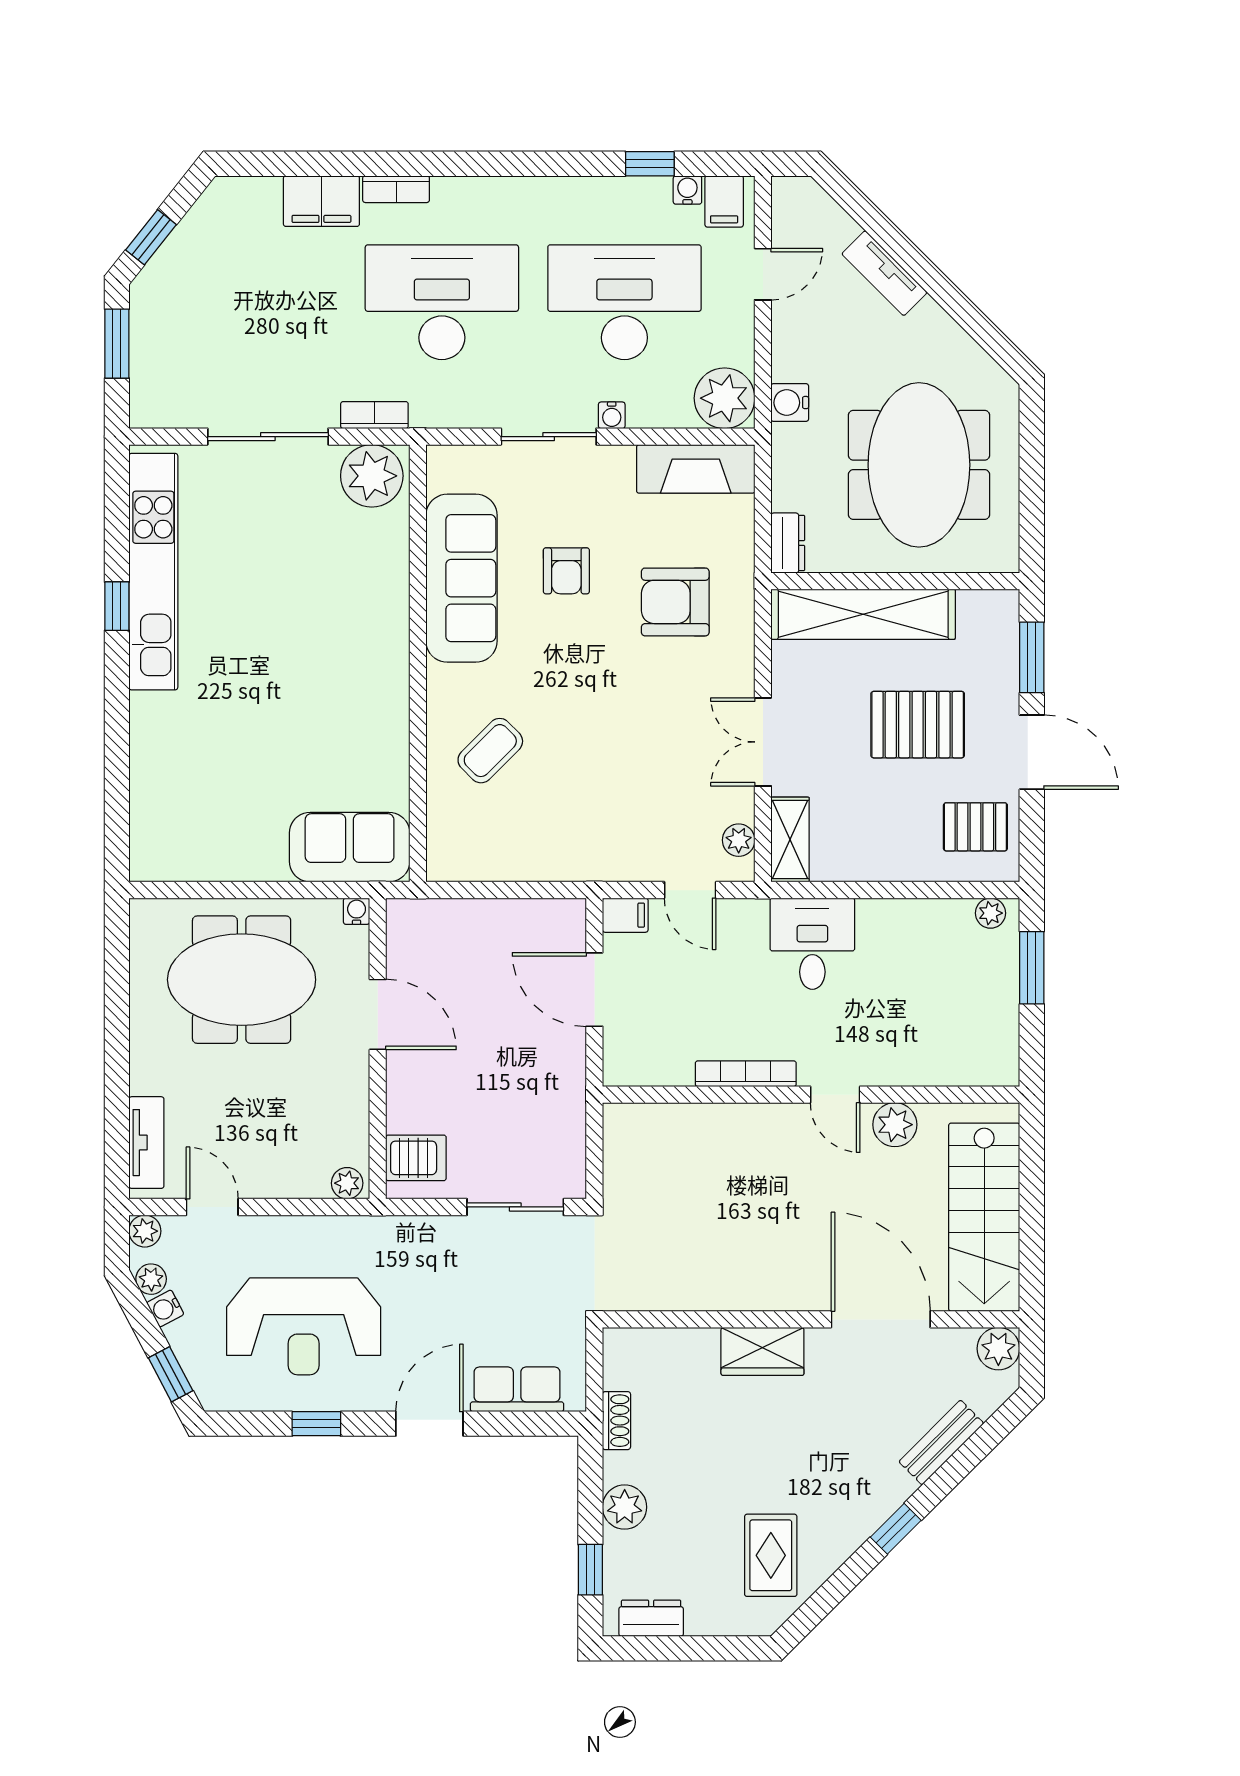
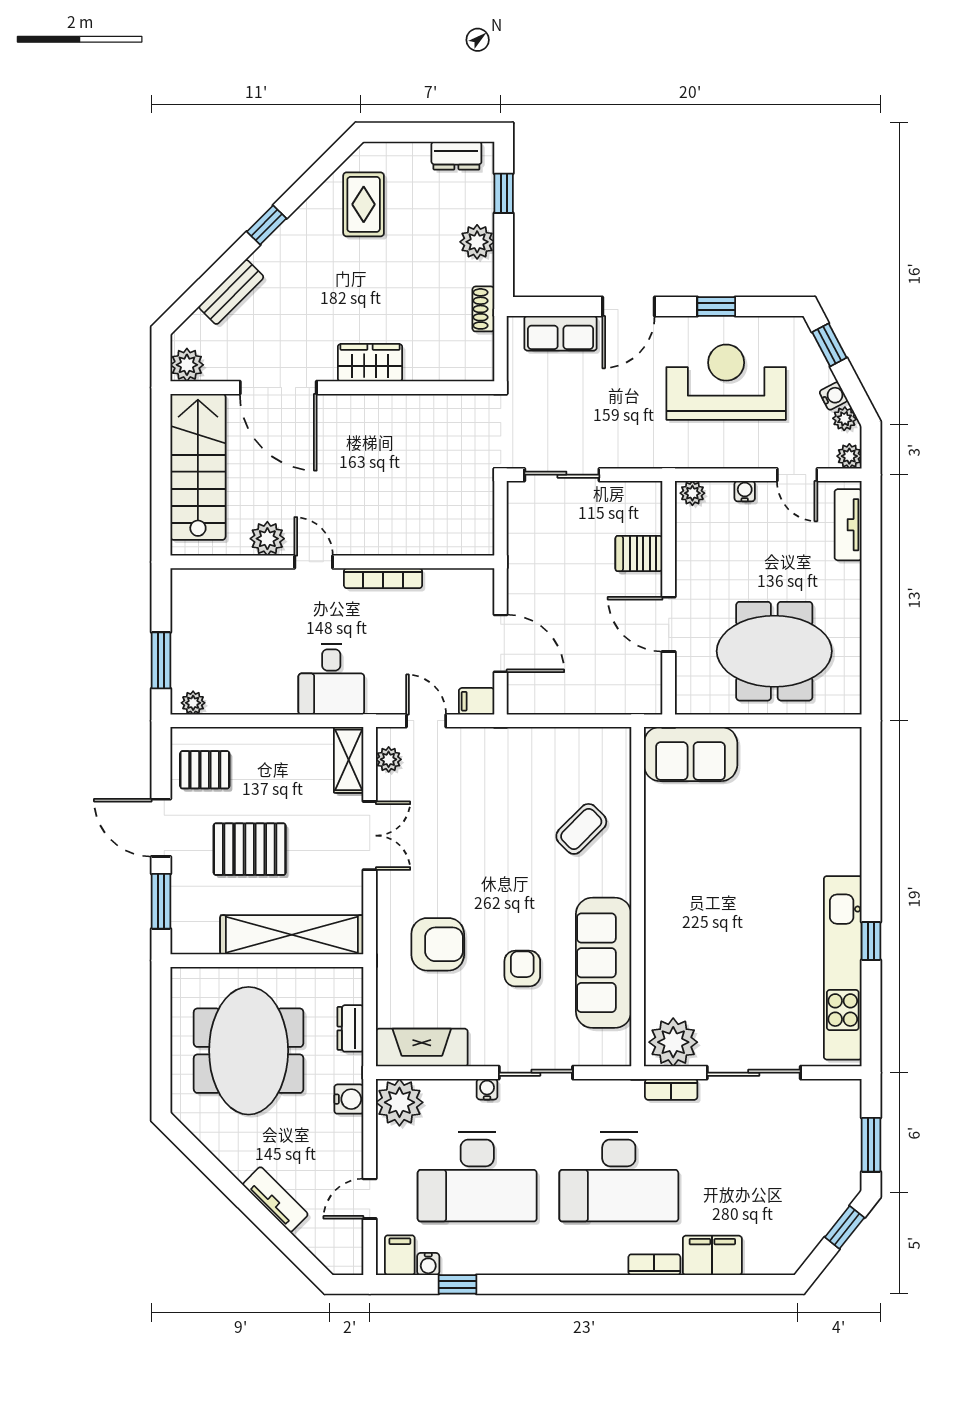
dresser: (788, 543) -> (350, 1028), moved
water cooler: (357, 911) -> (745, 491), moved, turned 180
server rack: (416, 1158) -> (639, 554), moved

